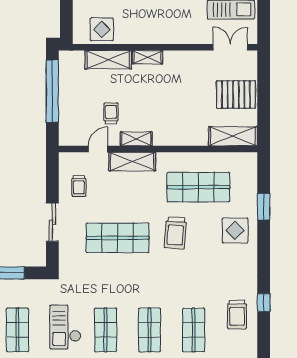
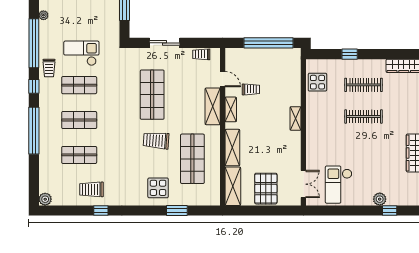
shelving: (108, 60) -> (232, 148), moved
trolley: (79, 186) -> (201, 54), moved
shop shelf: (17, 330) -> (79, 15), removed

